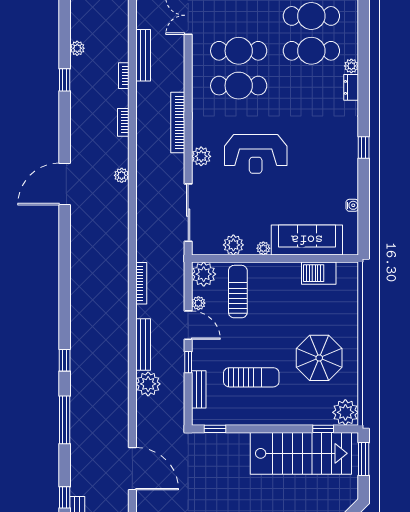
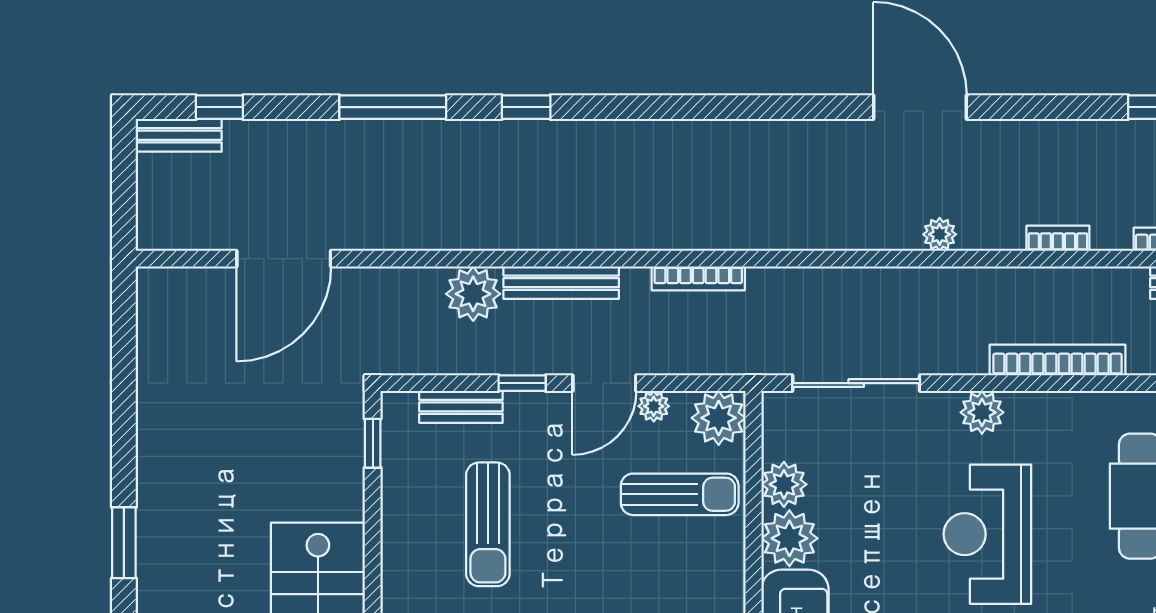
plant: (263, 248) -> (789, 538), width x1.87, depth x1.87

